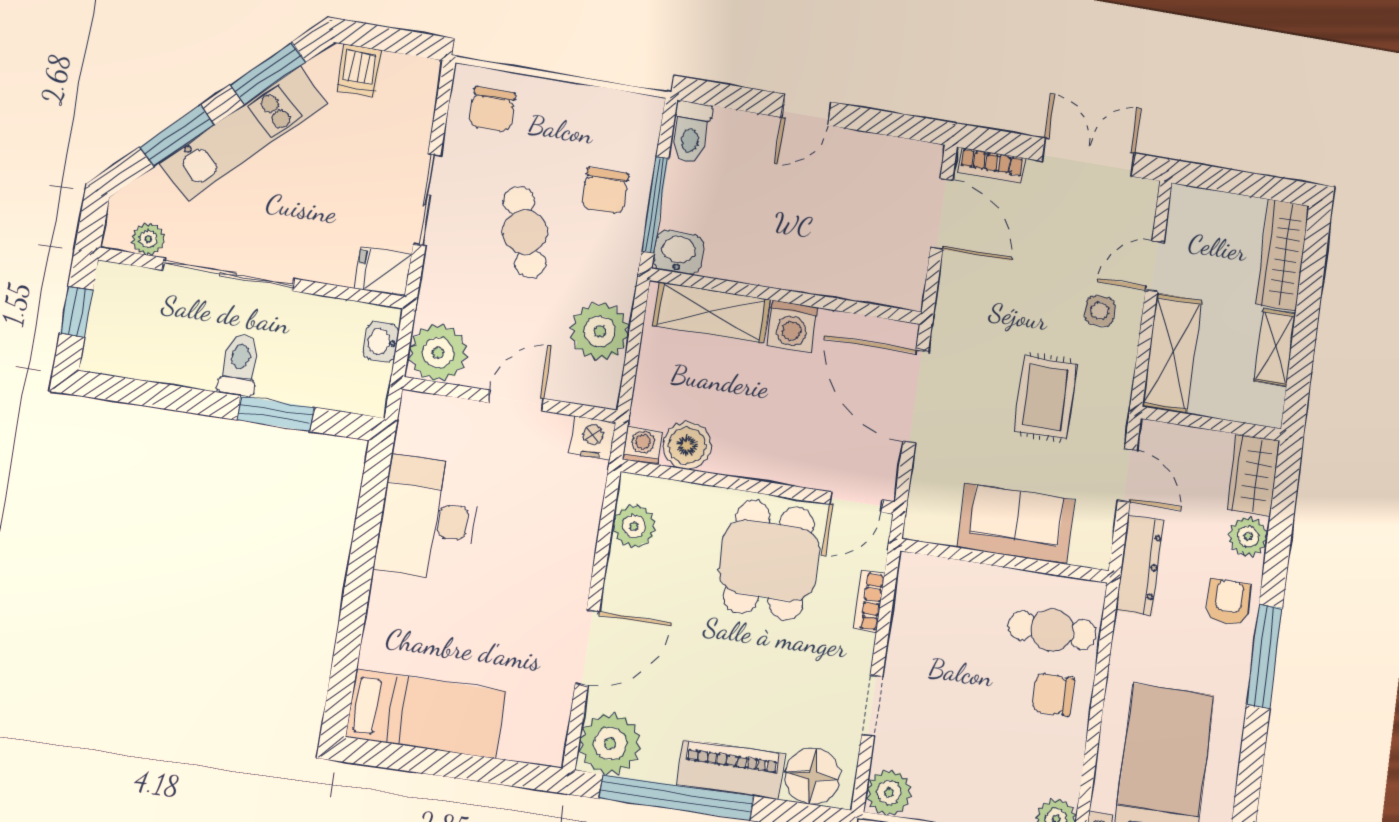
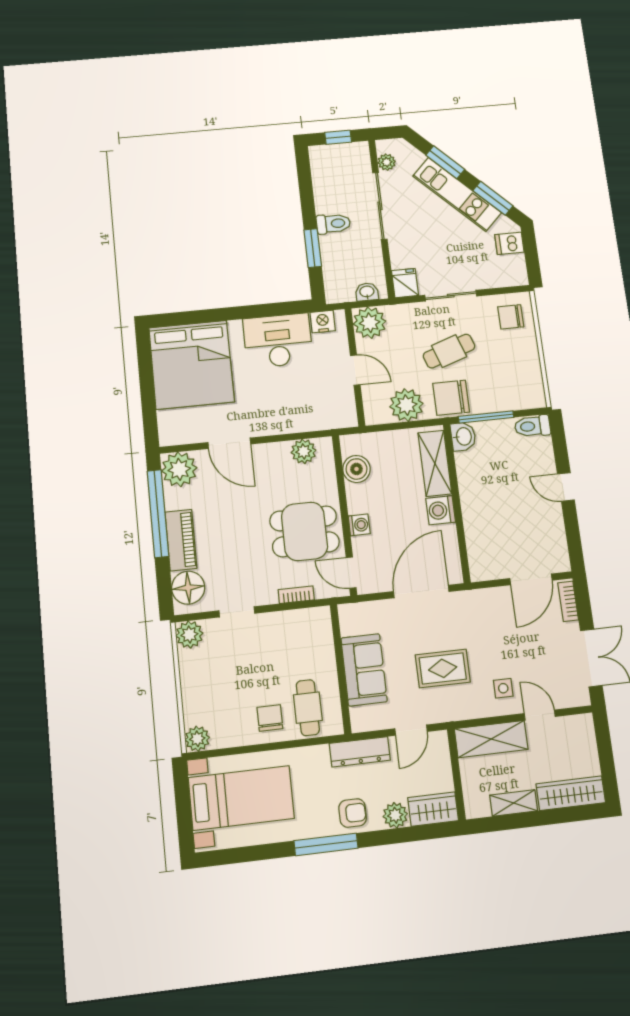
chair: (605, 191) -> (451, 398), moved, width x1.37, depth x1.37
nightstand: (592, 438) -> (323, 322), moved, turned -90
washing machine: (643, 445) -> (359, 525), moved
bed: (426, 714) -> (191, 365), width x2.04

